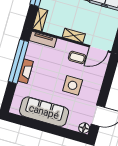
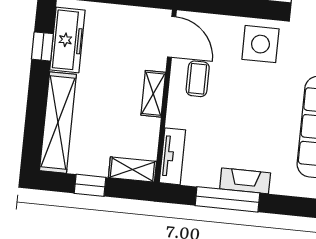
window: (18, 61) -> (227, 199), width x0.68
side table: (73, 85) -> (260, 44), moved

